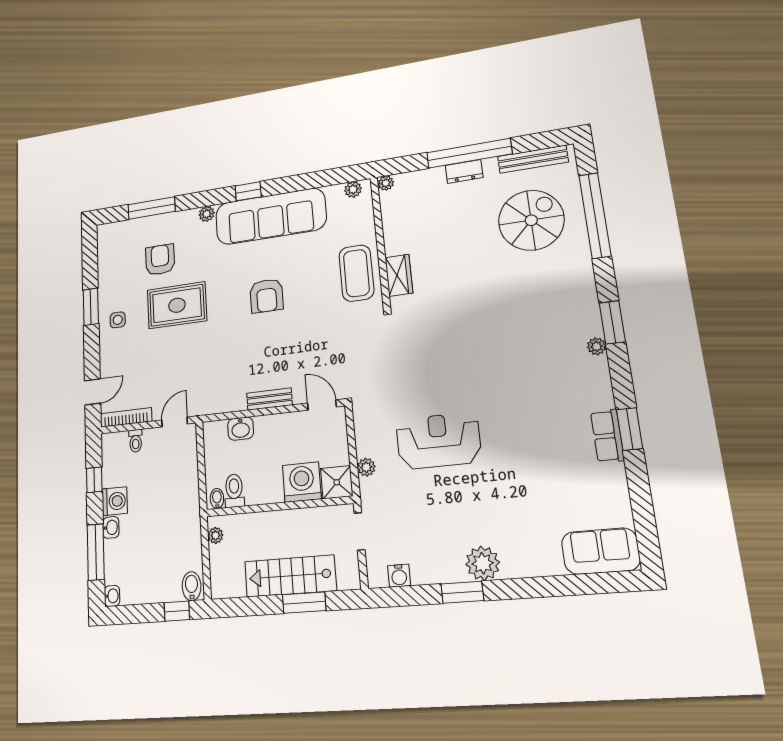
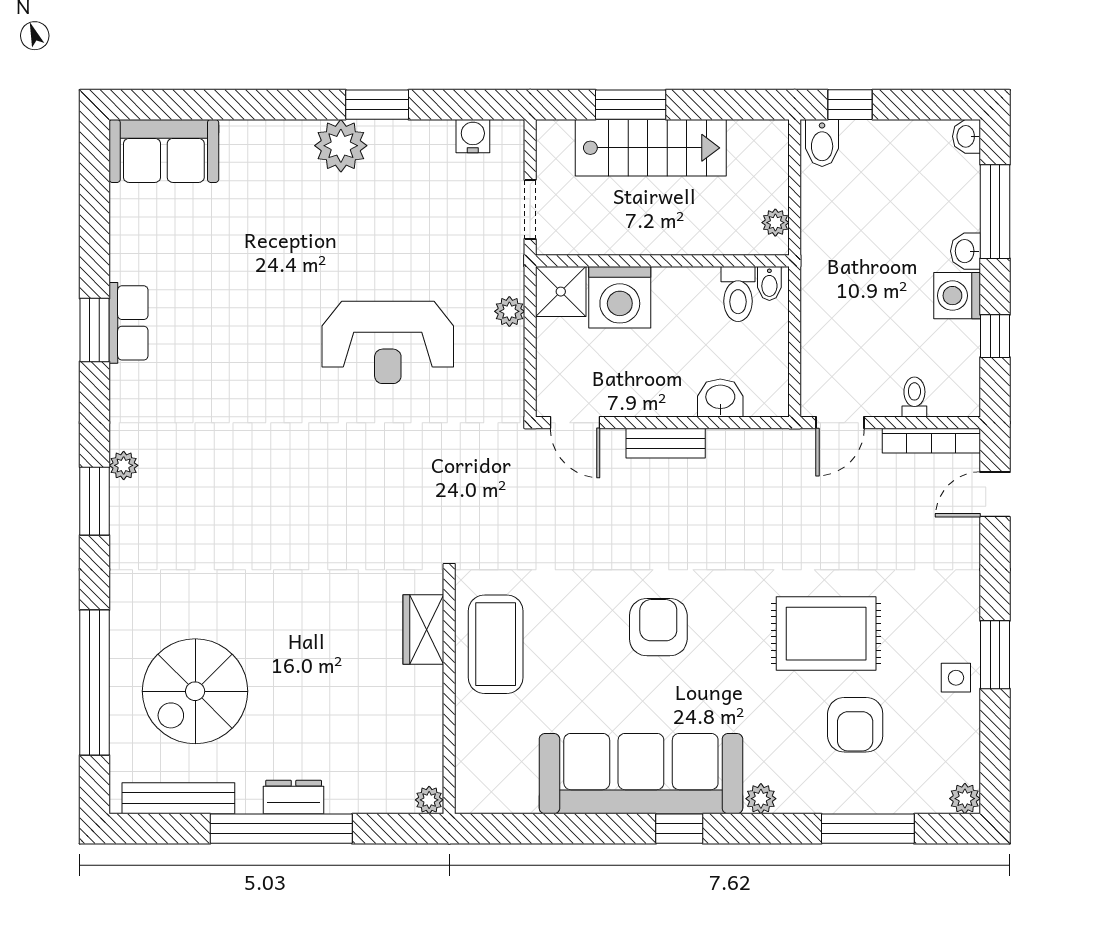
plant: (353, 189) -> (965, 799), moved
side table: (118, 320) -> (956, 678), moved

